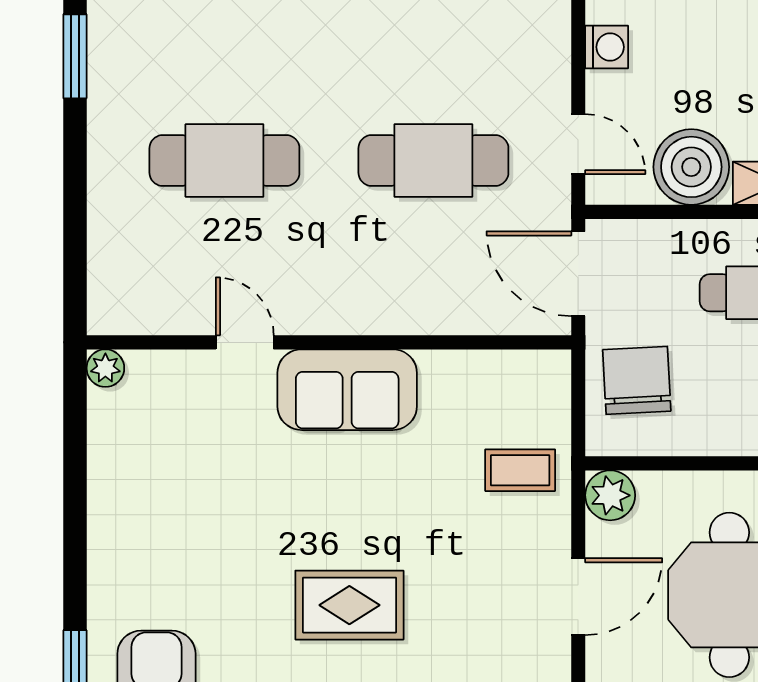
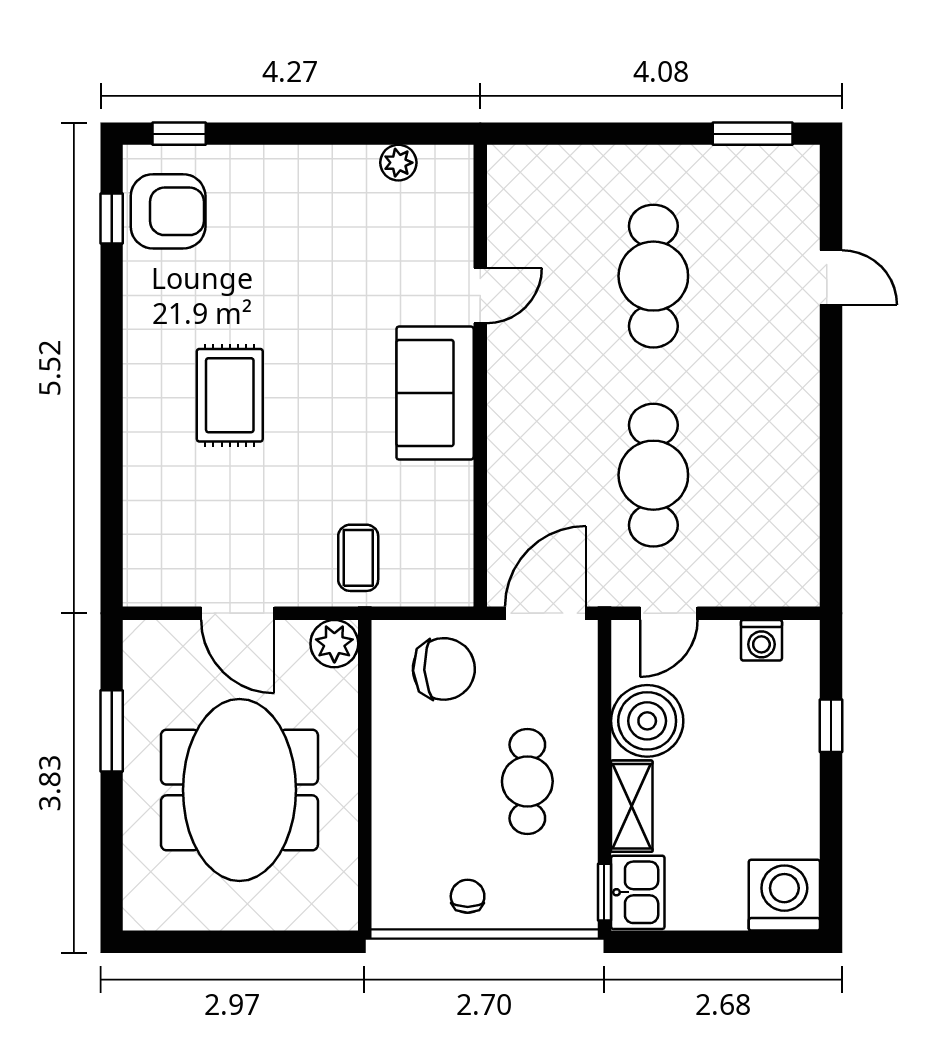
plant: (105, 368) -> (398, 163), moved

